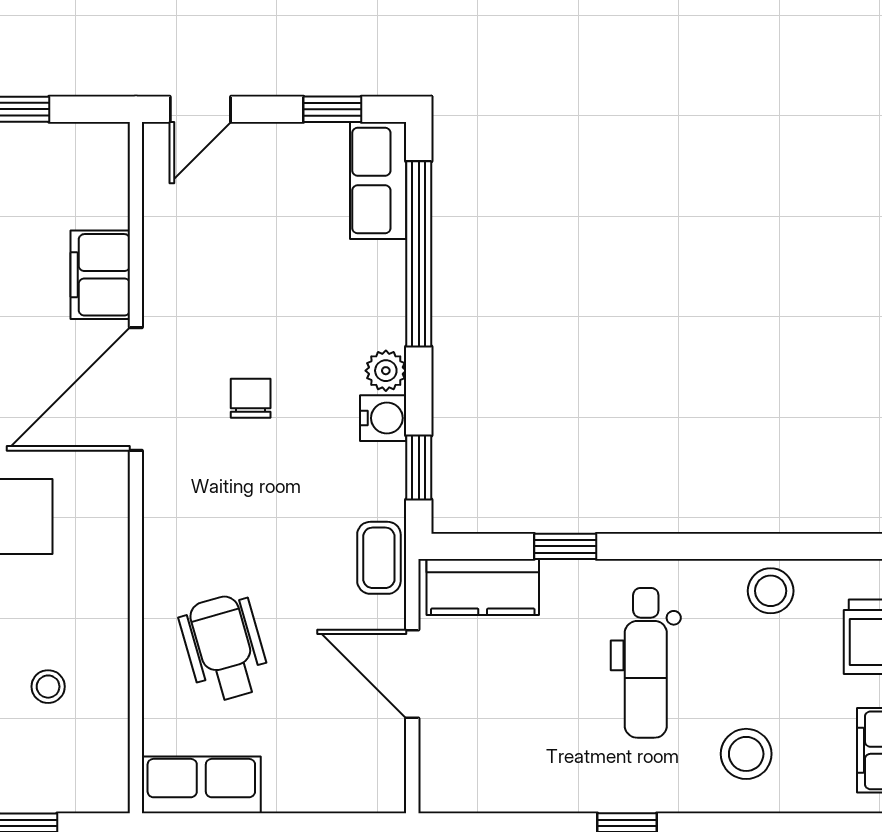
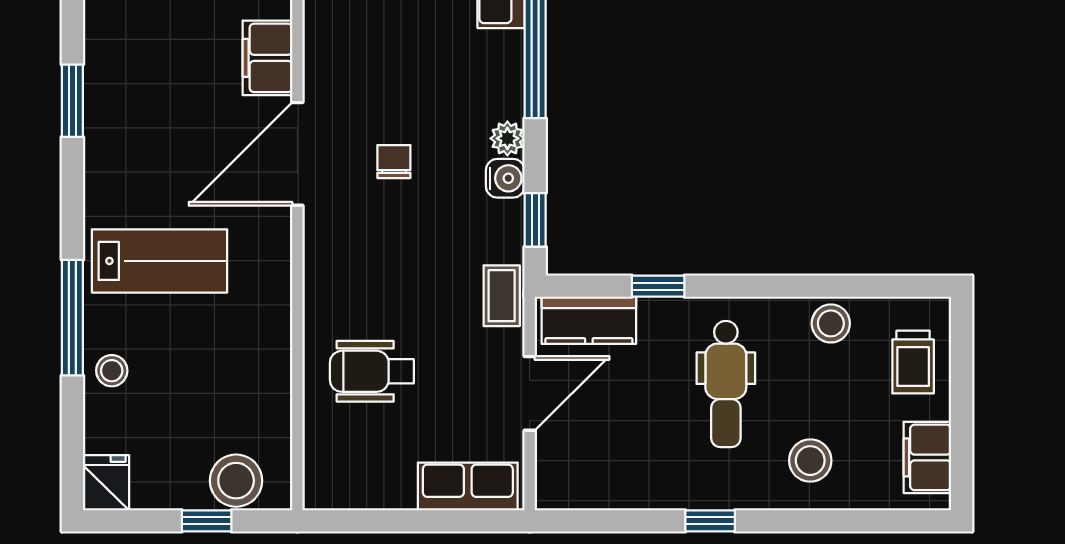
wheelchair: (224, 648) -> (372, 371), turned -74
door: (412, 674) -> (530, 393), swing flipped
stool: (48, 687) -> (236, 481), moved, width x1.89, depth x1.89
row of seats: (201, 785) -> (468, 486), moved

